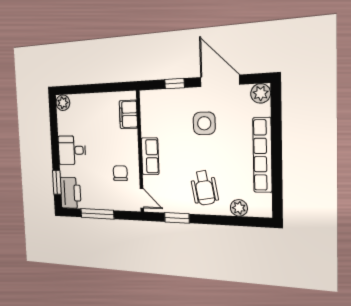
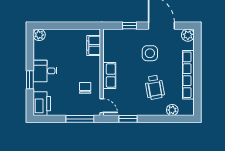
window: (57, 182) -> (30, 80), moved
wheelchair: (204, 188) -> (155, 87), moved
window: (97, 214) -> (80, 119), moved

